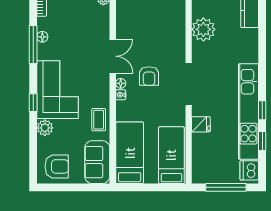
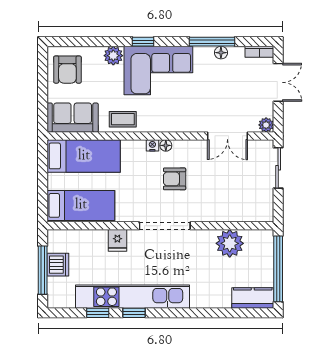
double door: (113, 56) -> (227, 136), moved
dishwasher: (249, 170) -> (58, 265), moved, turned 90

